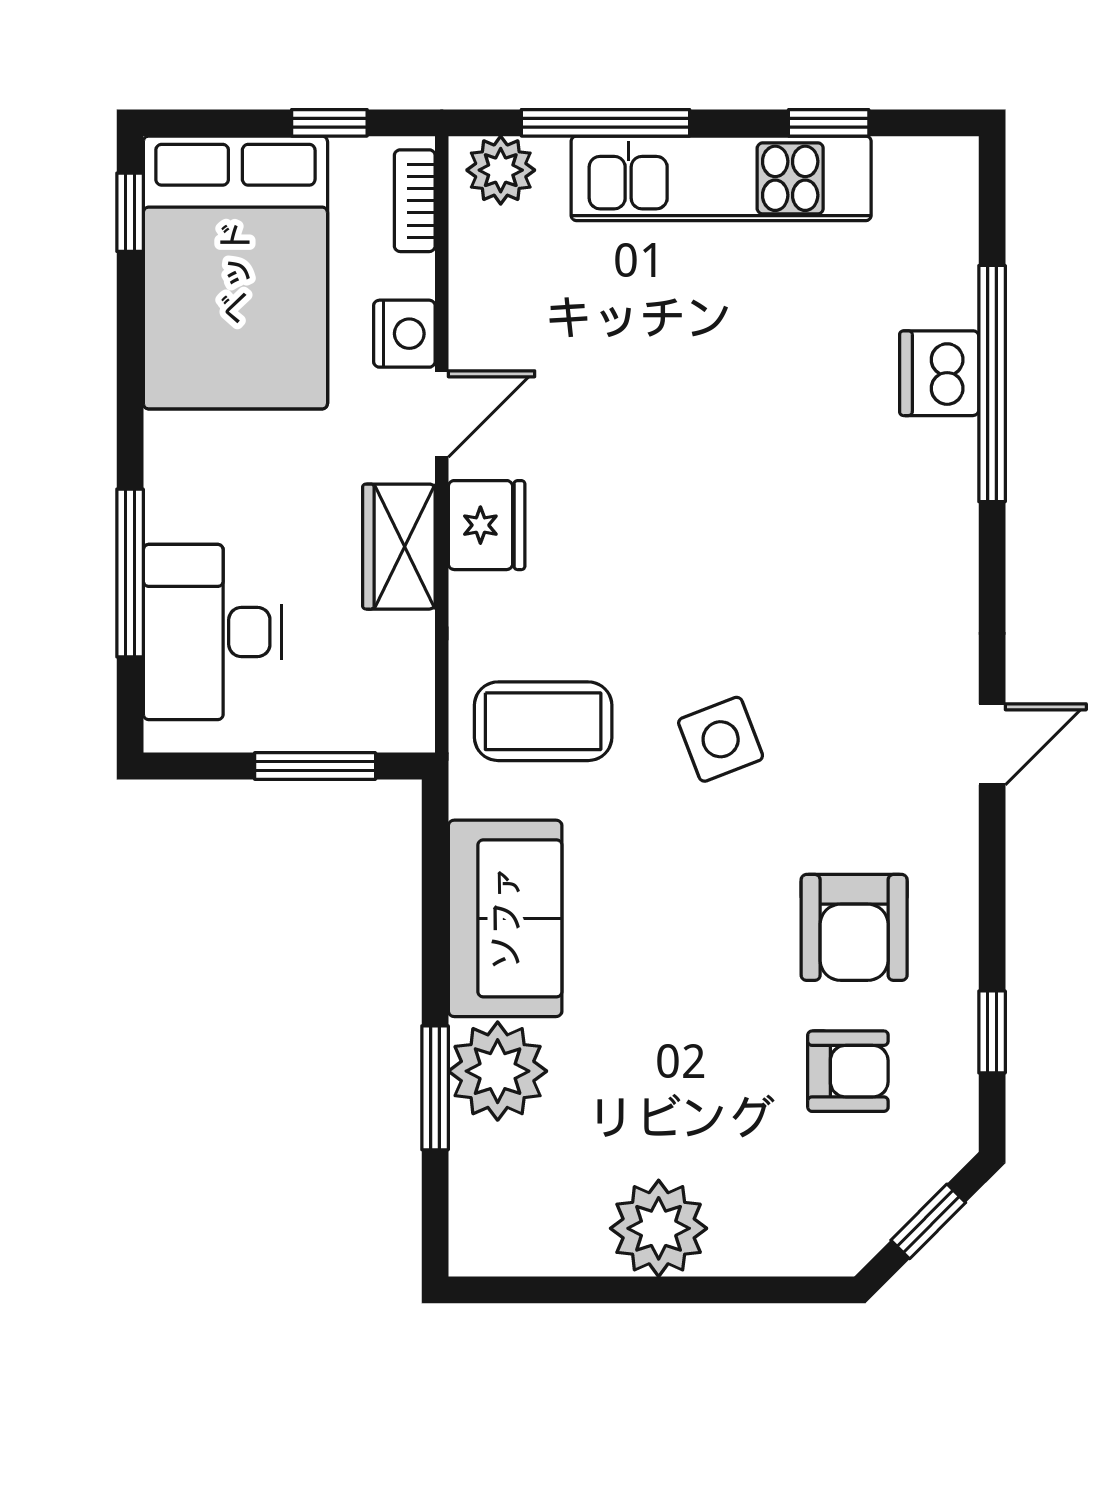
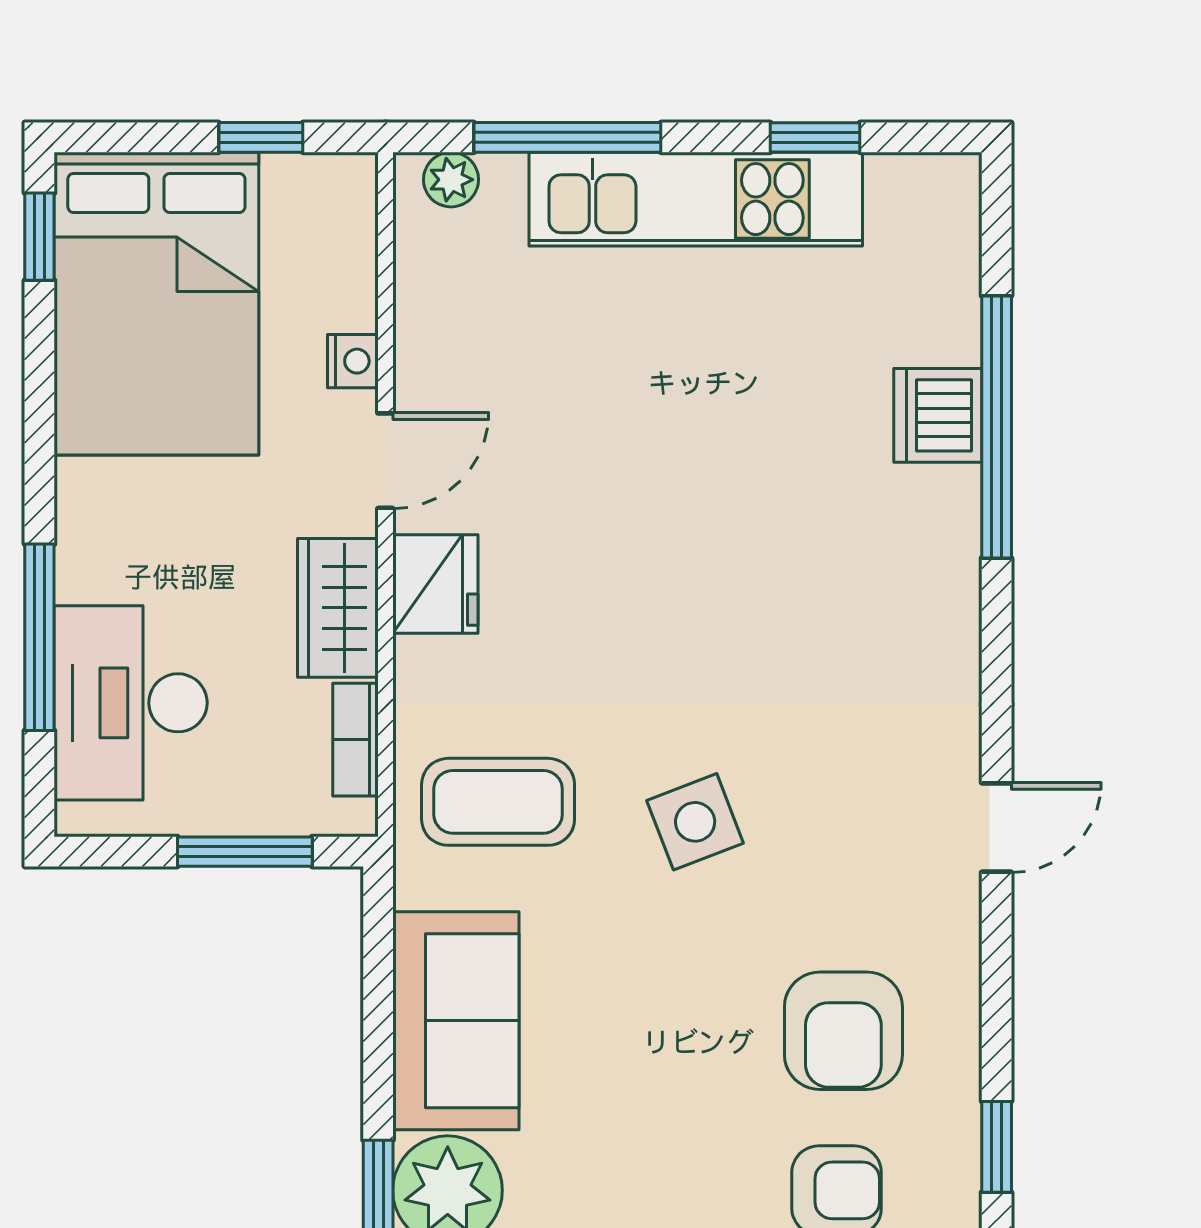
plant: (501, 170) -> (451, 180), width x0.73, depth x0.73
bookcase: (415, 201) -> (356, 740), moved
nightstand: (404, 334) -> (353, 361), width x0.72, depth x0.74

